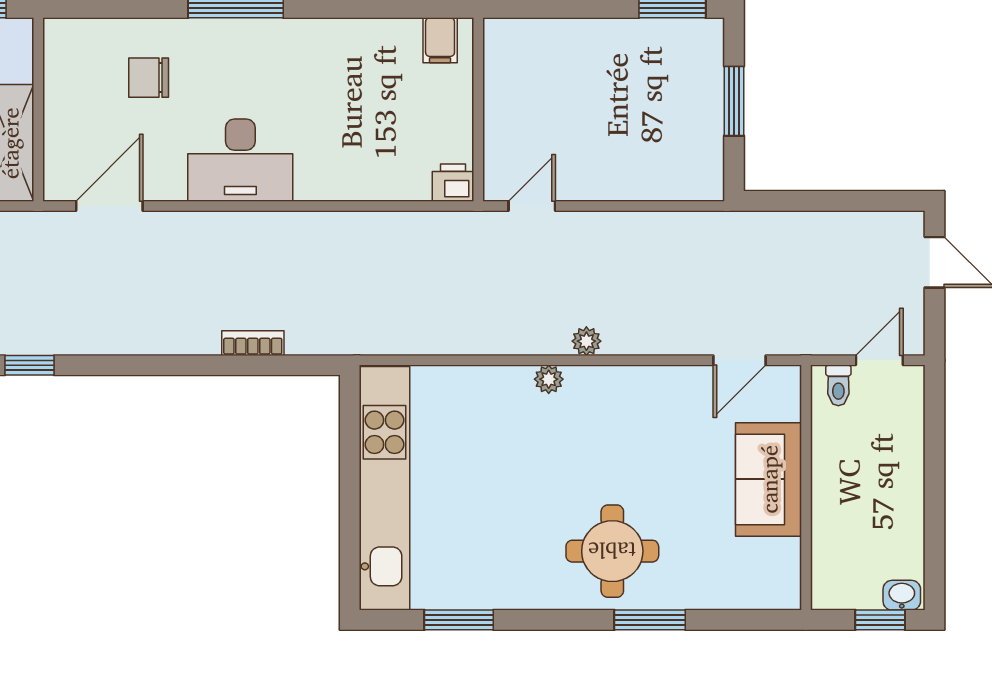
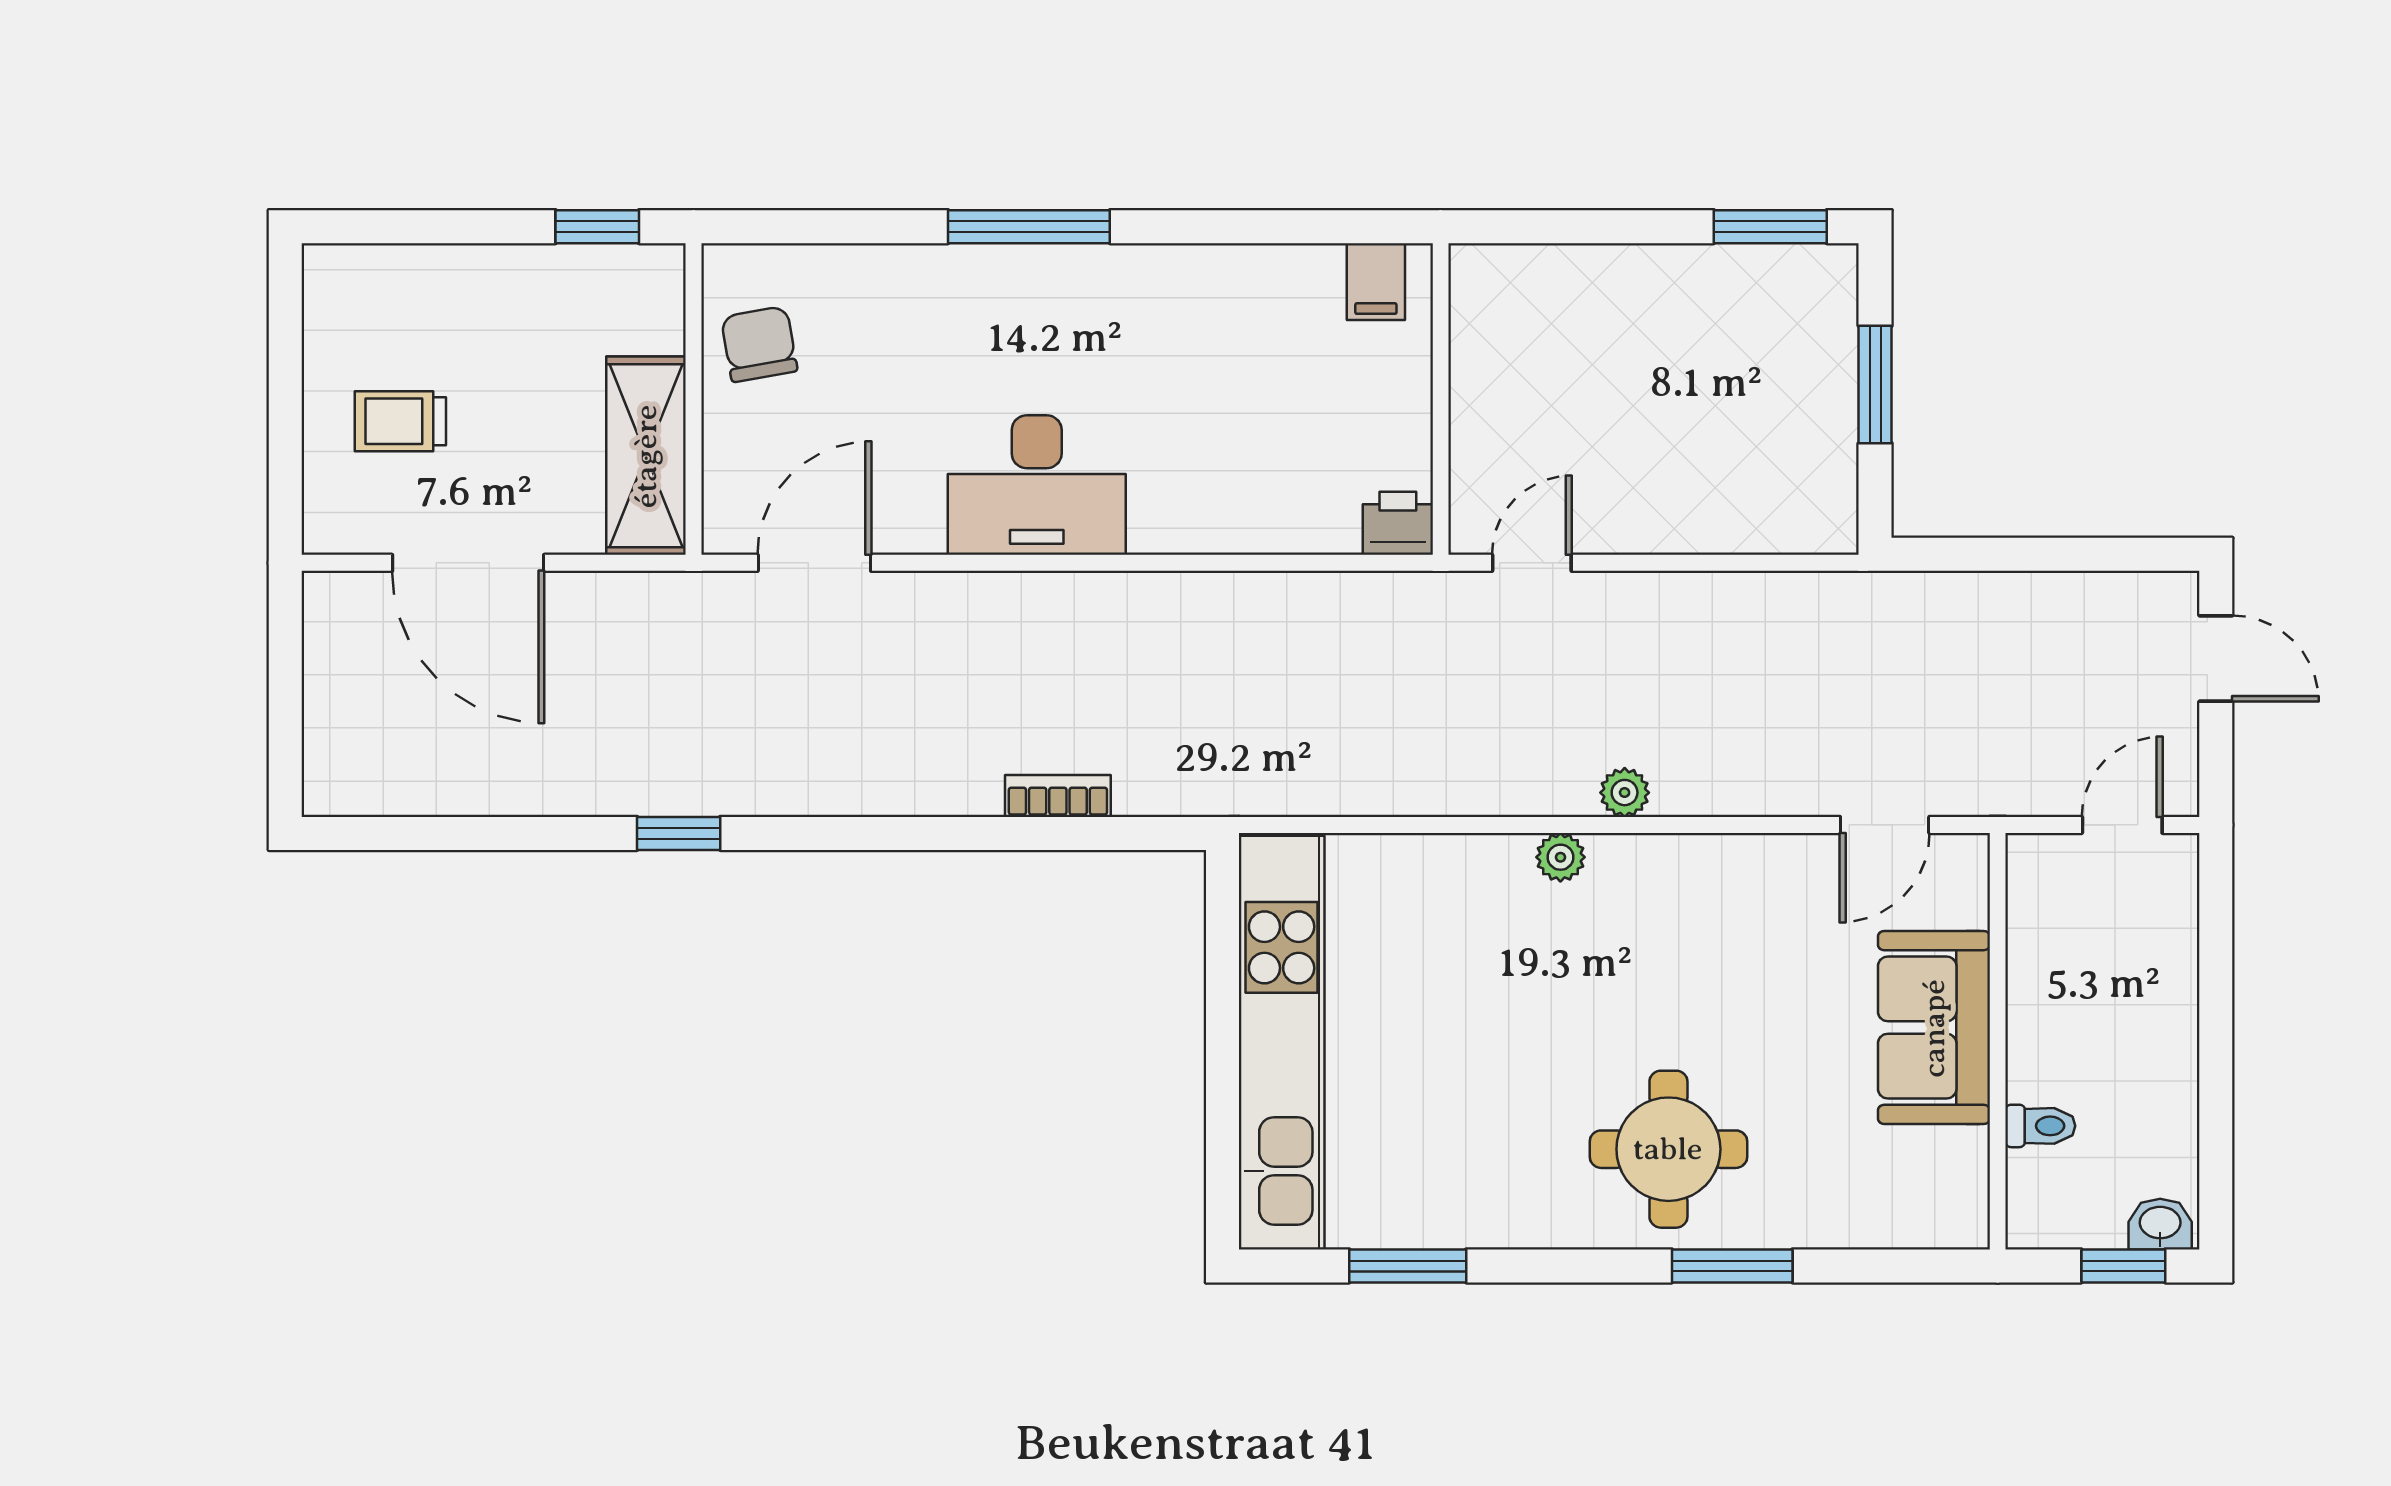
chair: (149, 78) -> (759, 344), moved, turned 80
toilet: (838, 385) -> (2040, 1126), moved, turned -90

